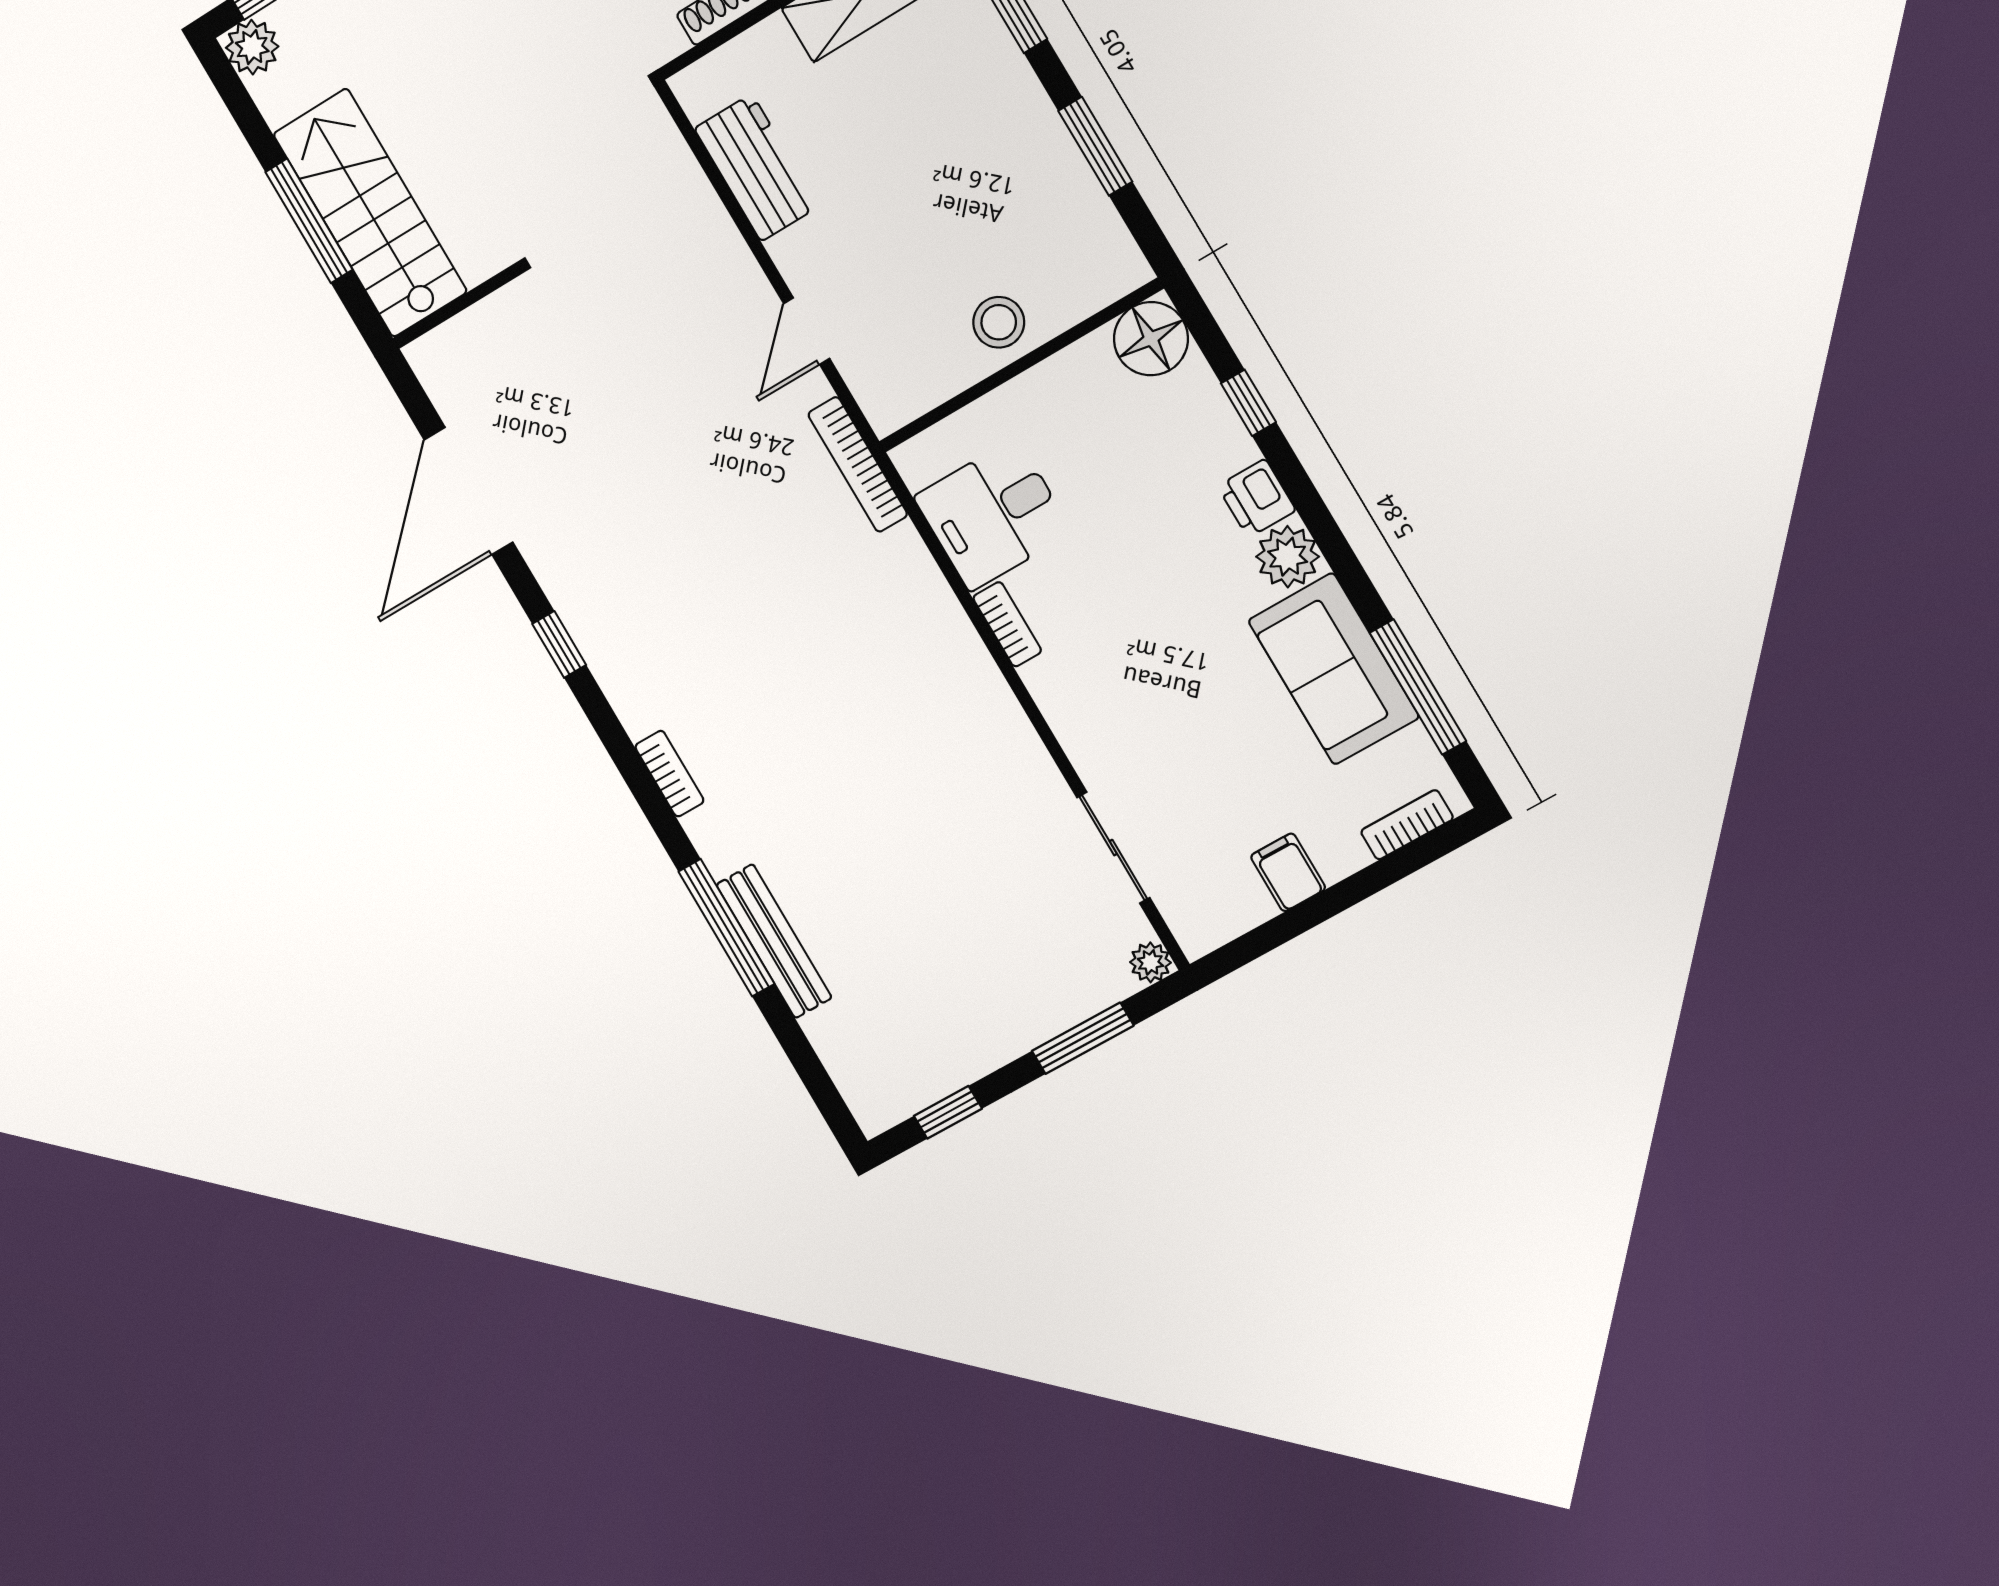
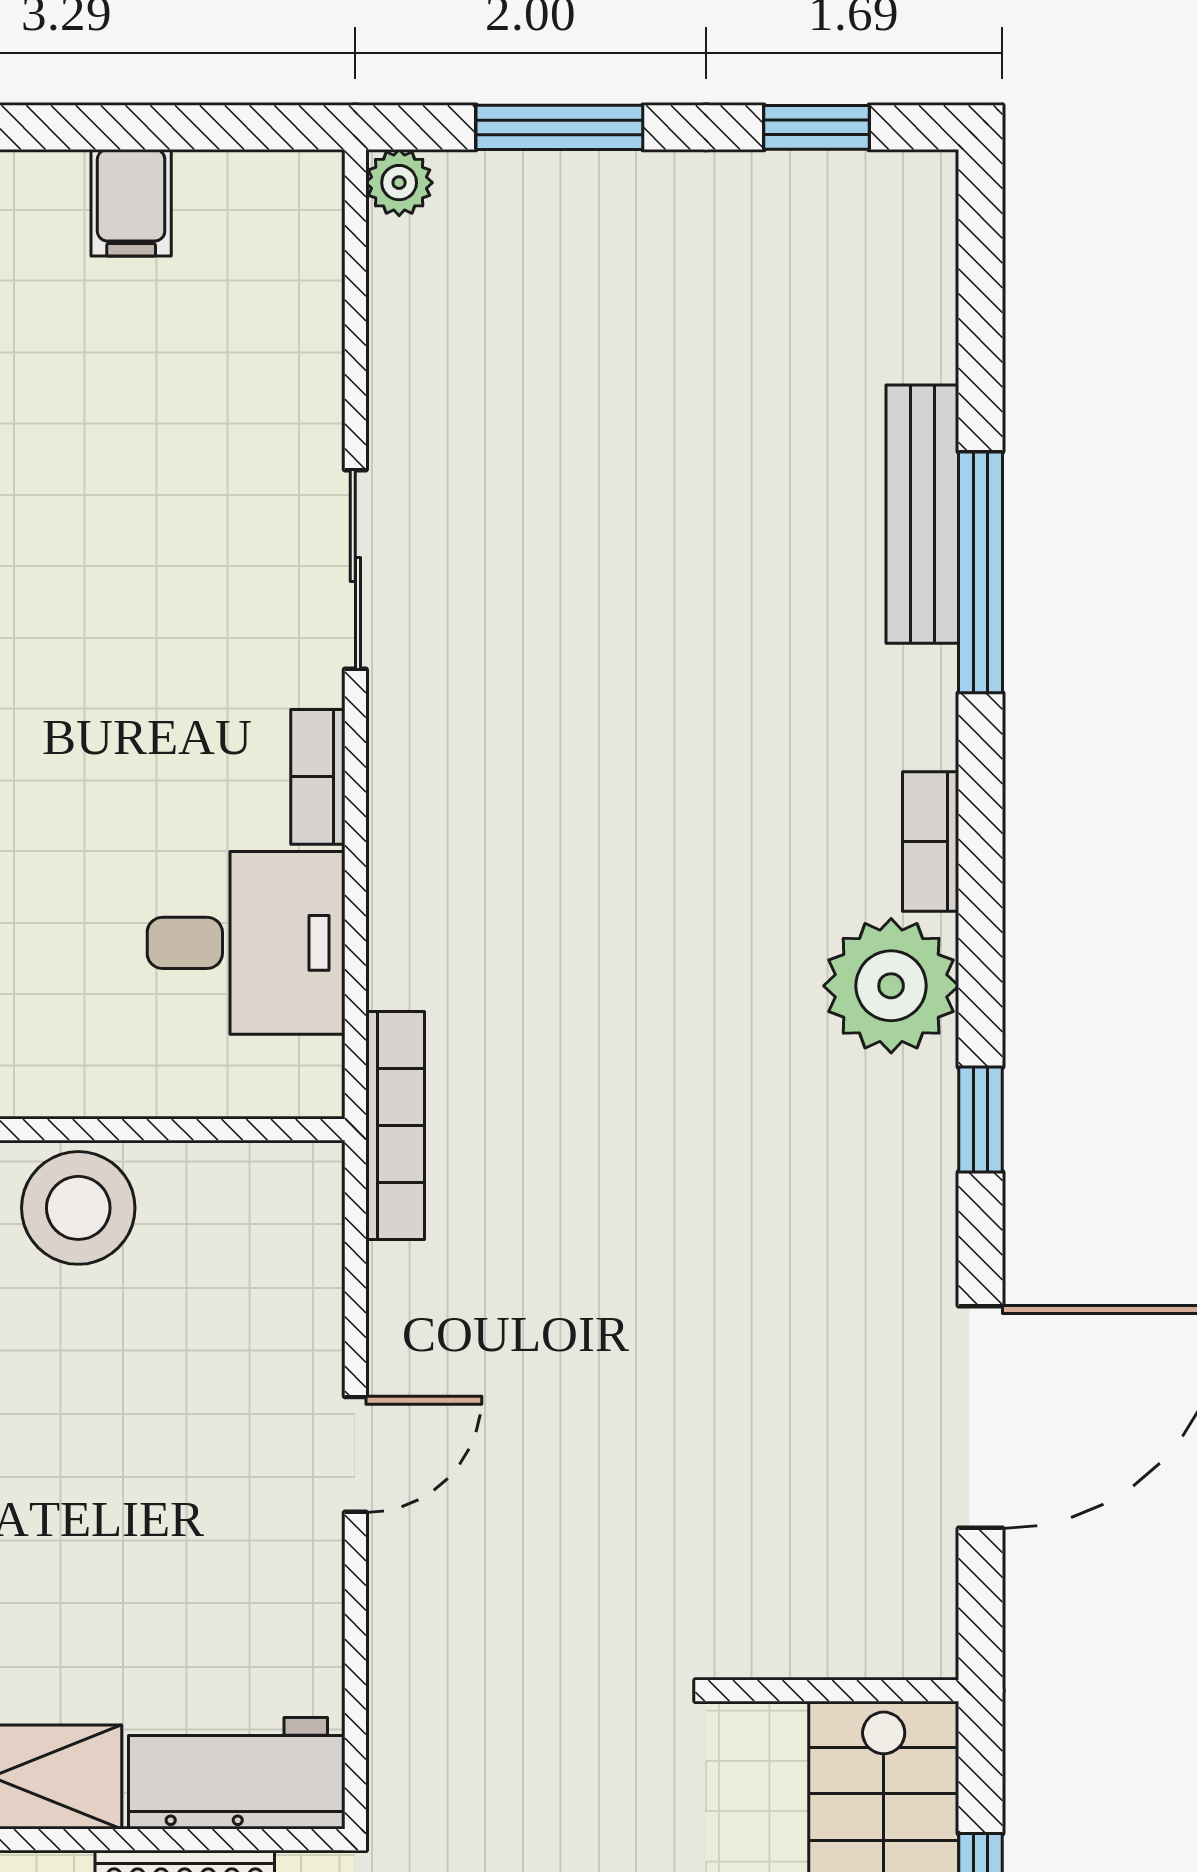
workbench: (756, 167) -> (237, 1773), moved, turned 90
stool: (999, 322) -> (78, 1208), width x1.38, depth x1.38
door: (807, 331) -> (355, 1454), moved
plant: (645, 687) -> (891, 986), added
sliding door: (1113, 848) -> (355, 569), moved

